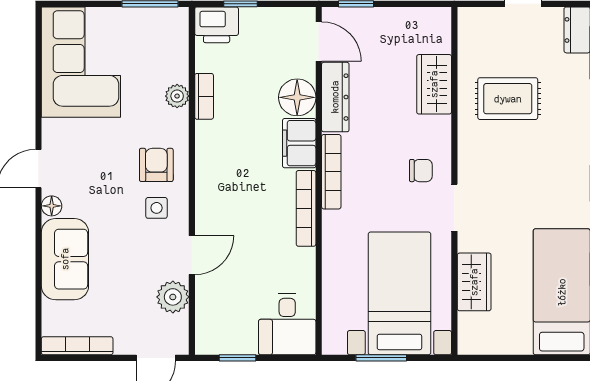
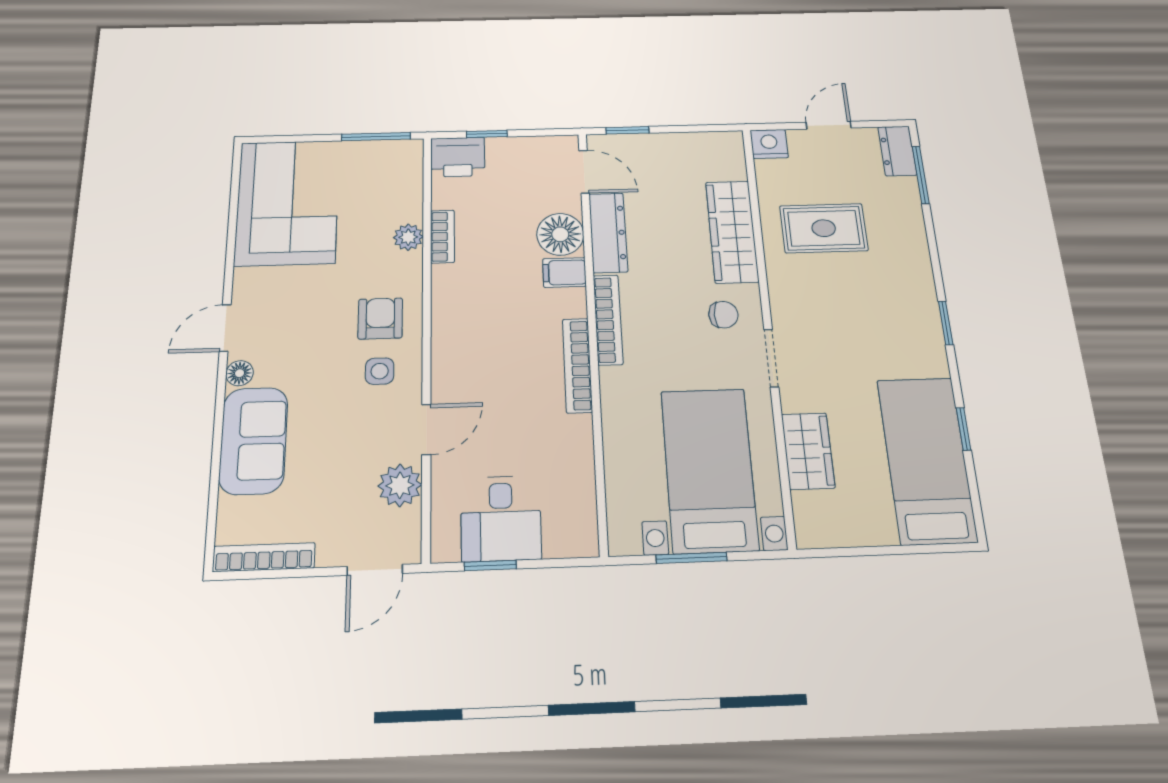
nightstand: (472, 20) -> (769, 144), added
wardrobe: (434, 84) -> (732, 232), width x1.50
filing cabinet: (299, 143) -> (564, 272), width x0.50
desk: (287, 324) -> (501, 518), moved

